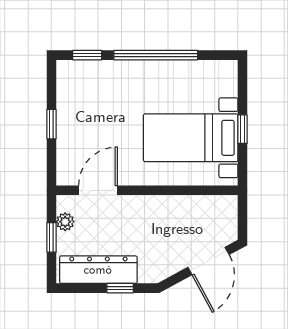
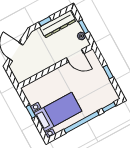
bed with nightstands: (191, 138) -> (58, 112), moved
door: (98, 190) -> (75, 56), hinge flipped

